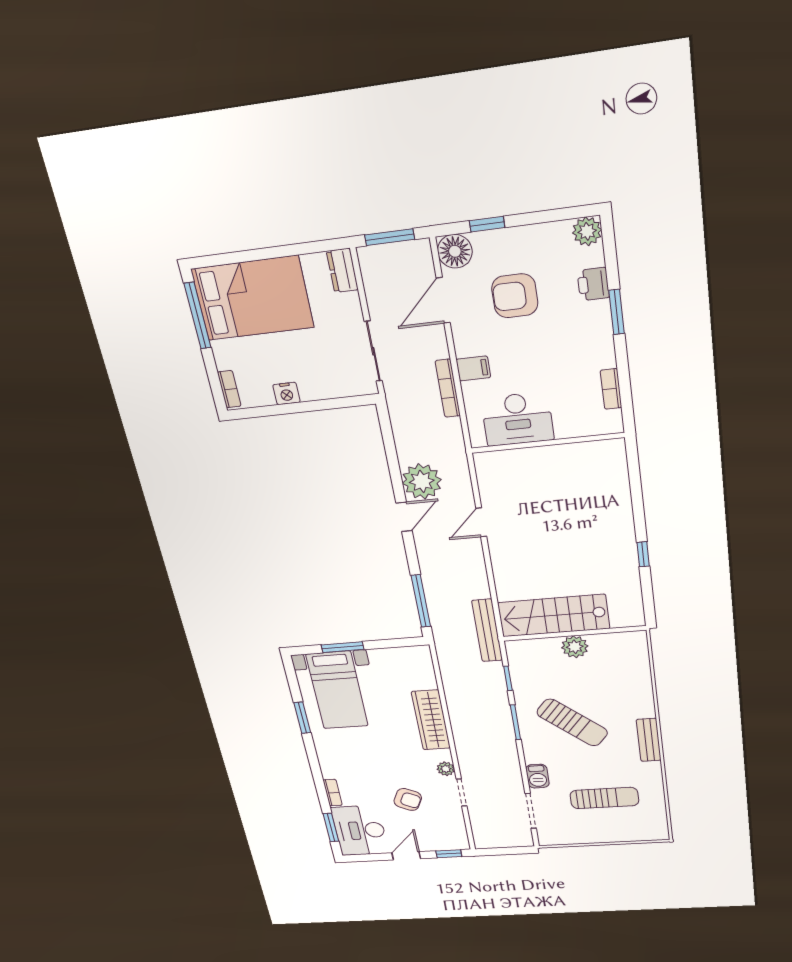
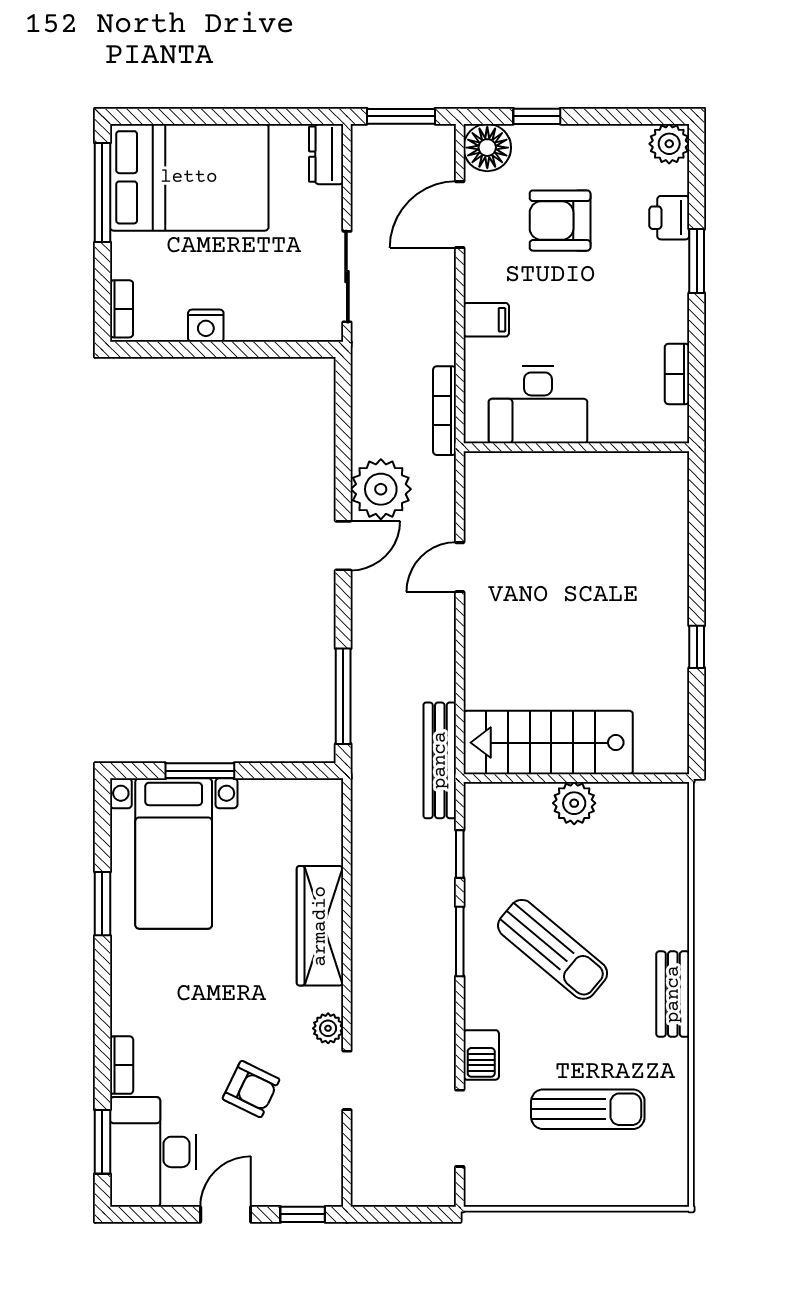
bookcase: (448, 388) -> (445, 411), moved

